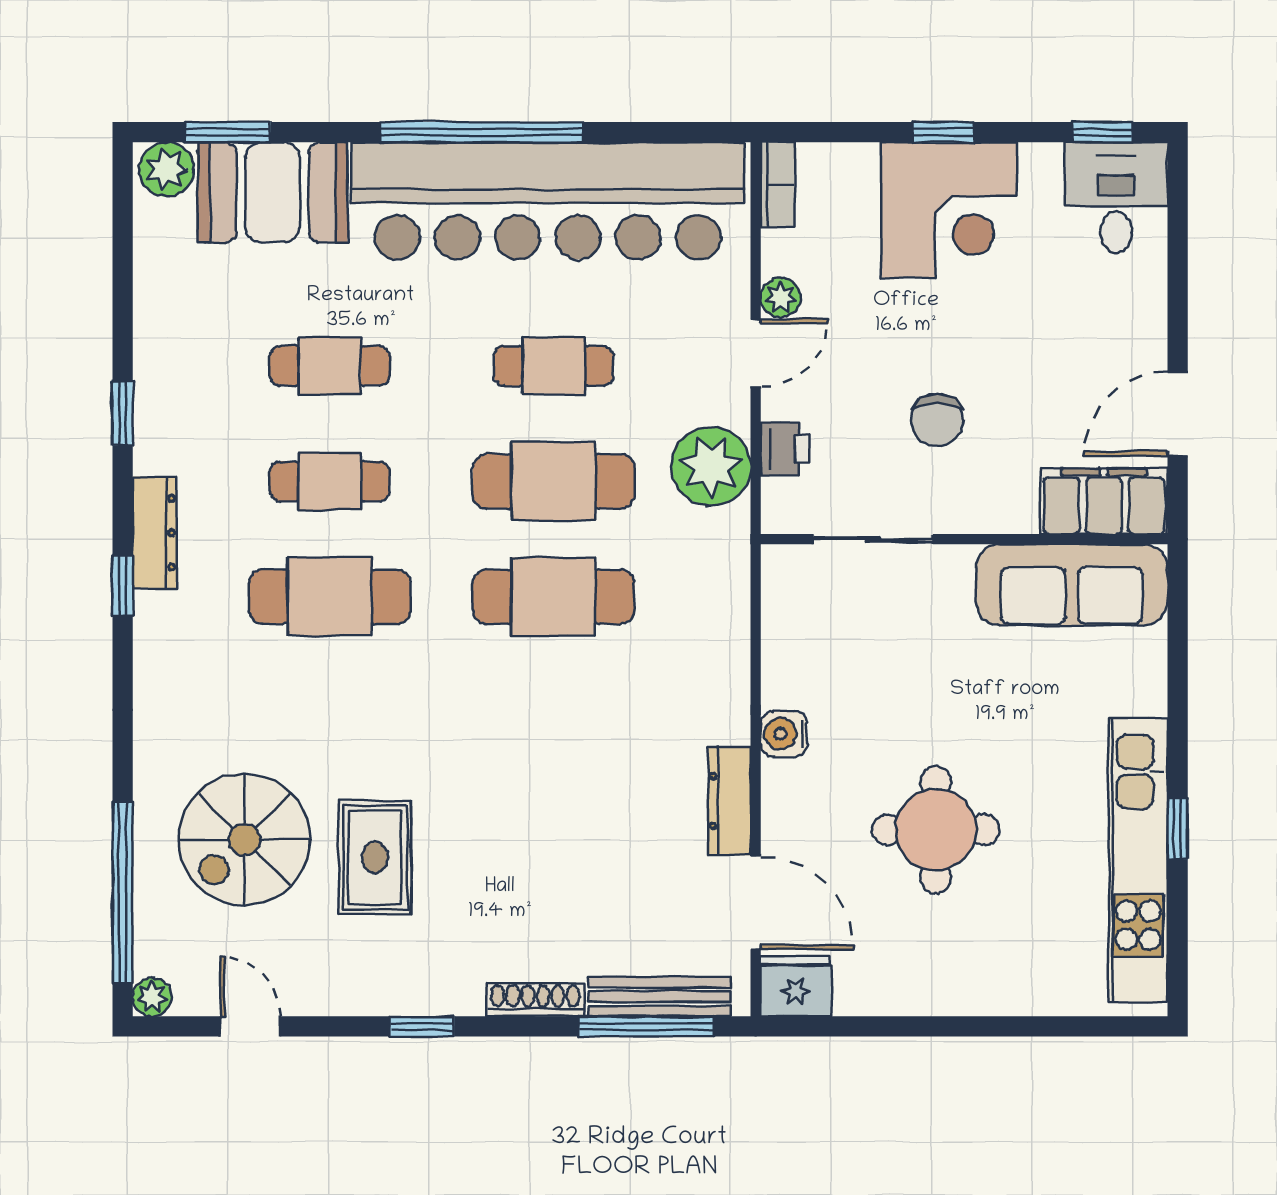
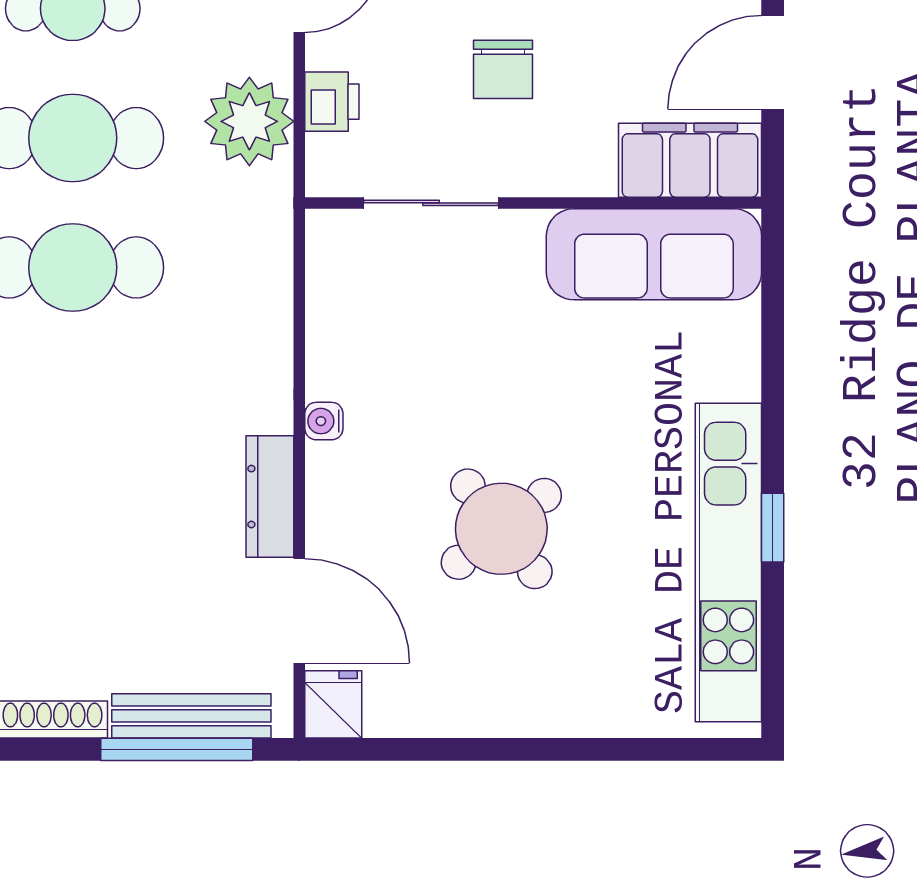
water cooler: (784, 734) -> (324, 421), width x0.72, depth x0.72
round table: (936, 830) -> (501, 529), turned -38
fridge: (796, 986) -> (333, 704), width x0.72

